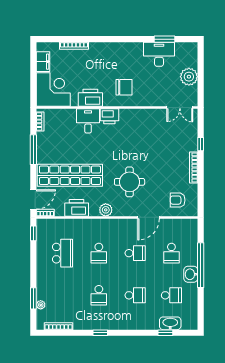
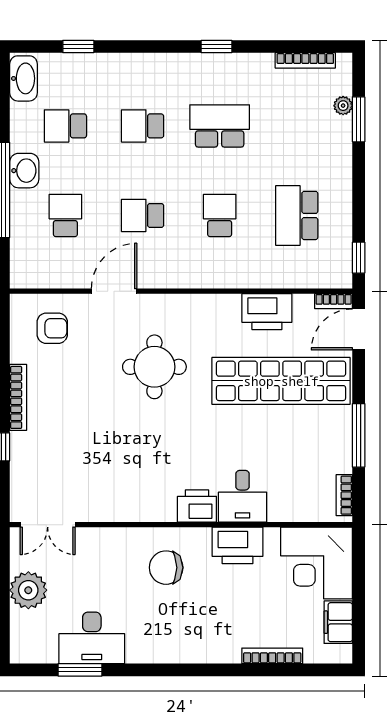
double door: (180, 108) -> (48, 525), swing flipped
plant: (106, 210) -> (205, 307), removed
school desk: (99, 295) -> (220, 126), width x1.85
washbasin: (170, 323) -> (24, 78), moved, turned -90

